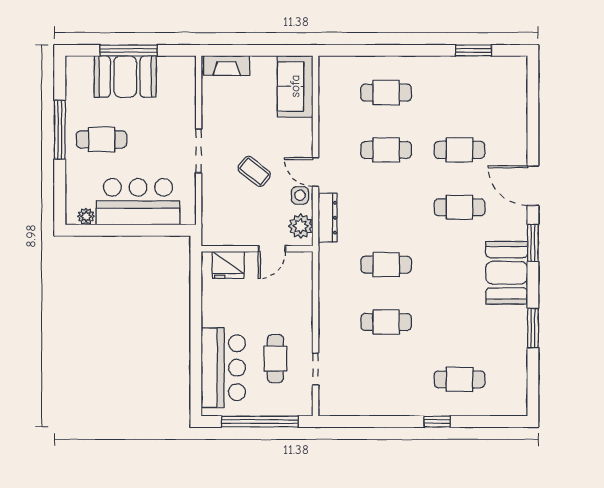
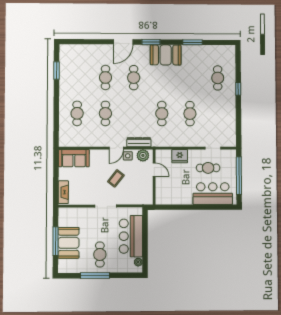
fridge: (228, 265) -> (180, 156), moved, turned 90

